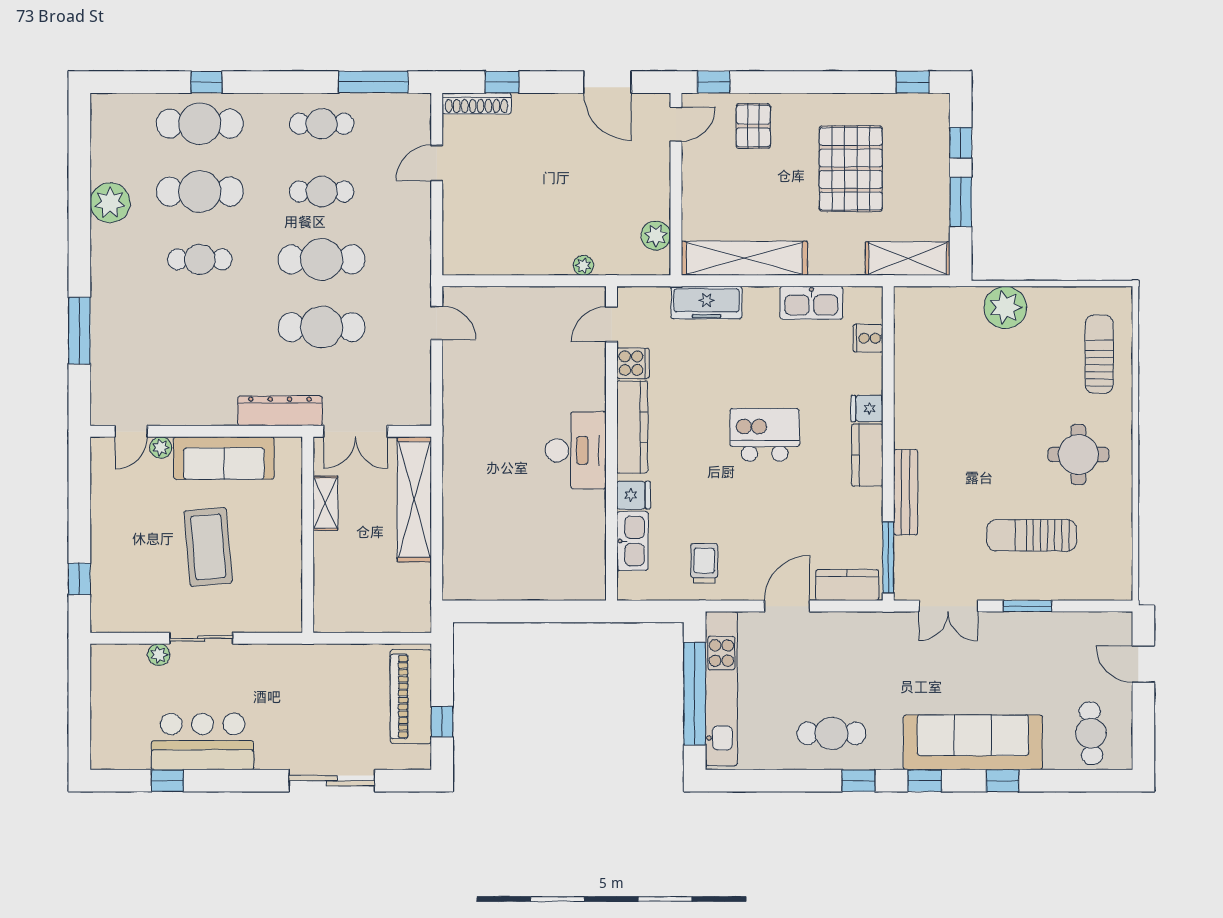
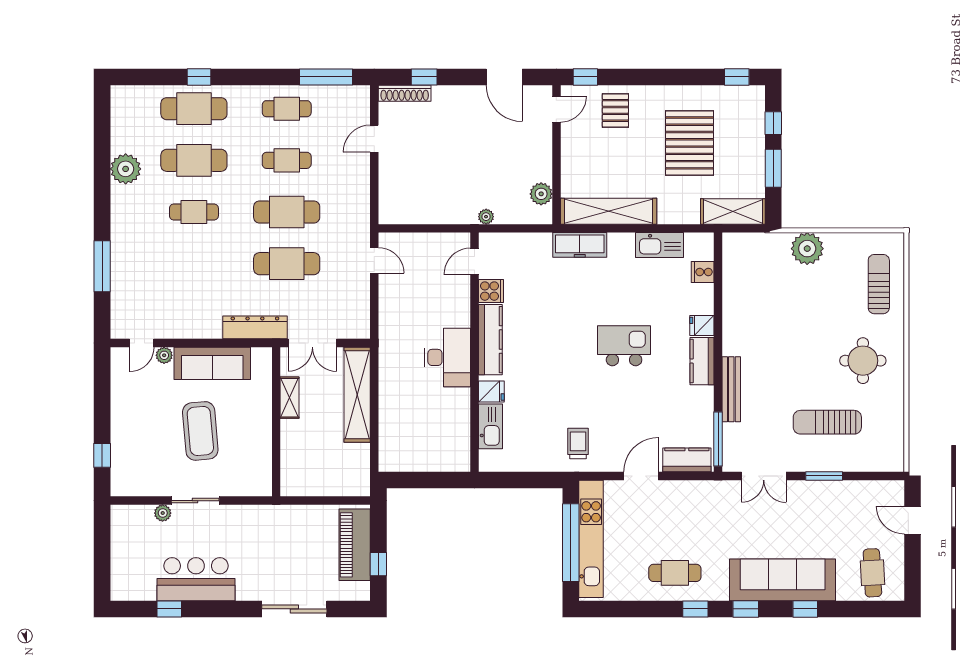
door: (611, 324) -> (475, 261), moved
cooker: (633, 363) -> (491, 291), moved
kitchen counter: (632, 427) -> (490, 340), moved
wall: (611, 443) -> (475, 352), moved
desk: (576, 450) -> (447, 357), moved
fridge: (633, 495) -> (491, 391), moved
kitchen sink: (632, 541) -> (491, 426), moved

